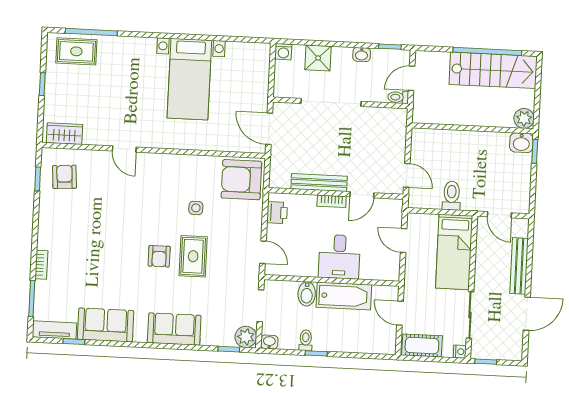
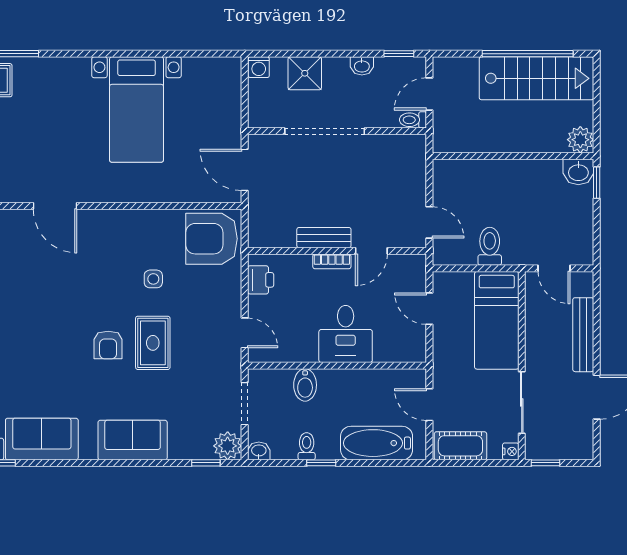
door: (124, 149) -> (55, 206), width x1.38
bench: (319, 183) -> (324, 238), width x0.73
bathtub: (344, 296) -> (377, 443), moved, turned 180

